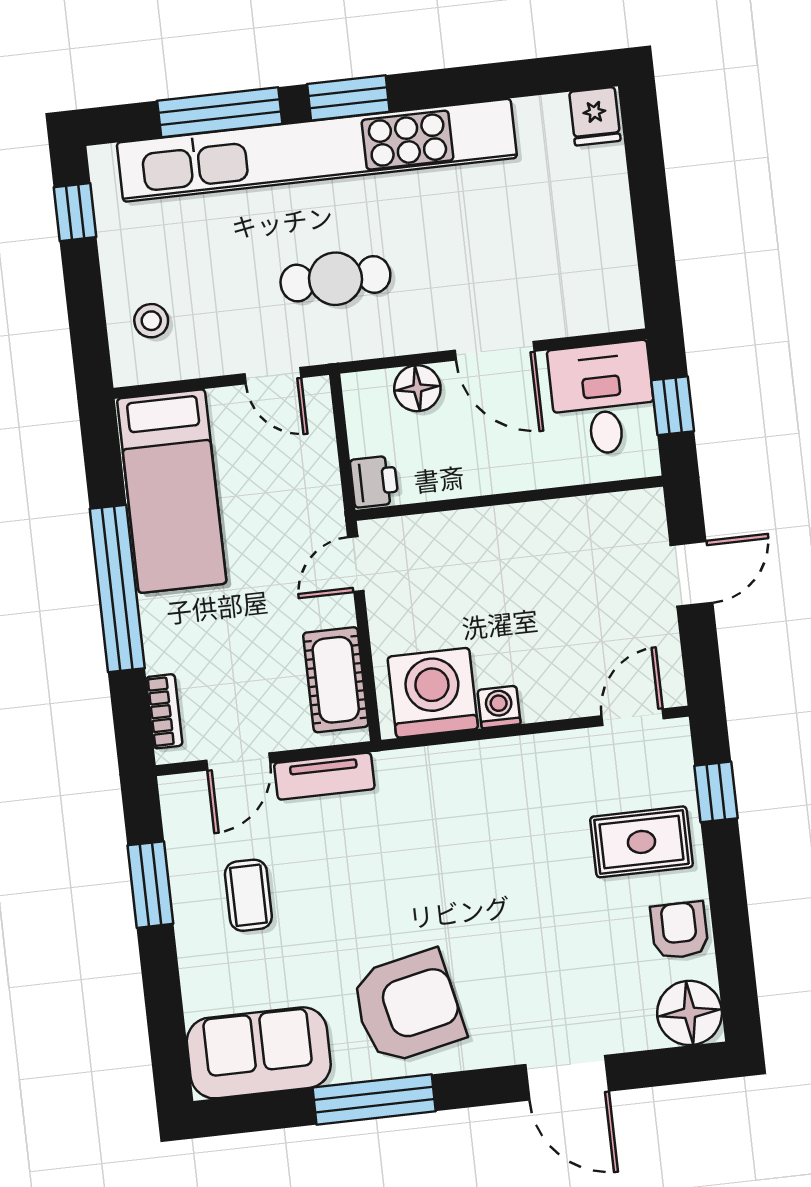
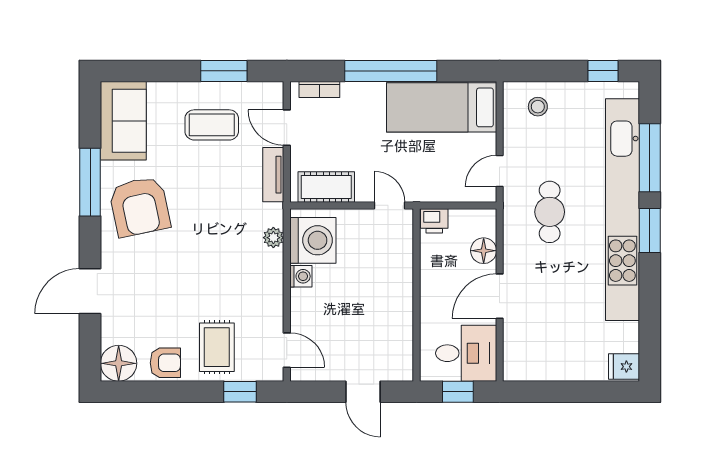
plant: (436, 763) -> (273, 238), added
coffee table: (248, 895) -> (212, 125), width x1.36, depth x1.30

